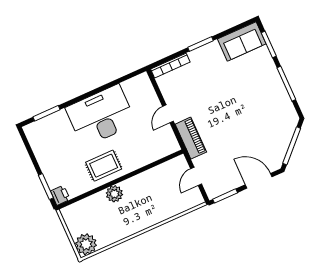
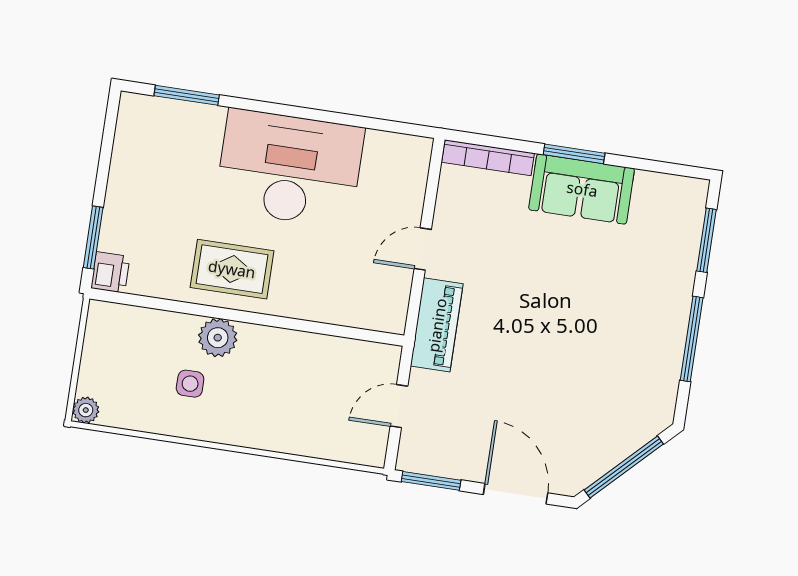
sofa: (242, 41) -> (582, 189), moved
side table: (115, 217) -> (190, 384), added
plant: (86, 244) -> (86, 410), width x0.53, depth x0.53

